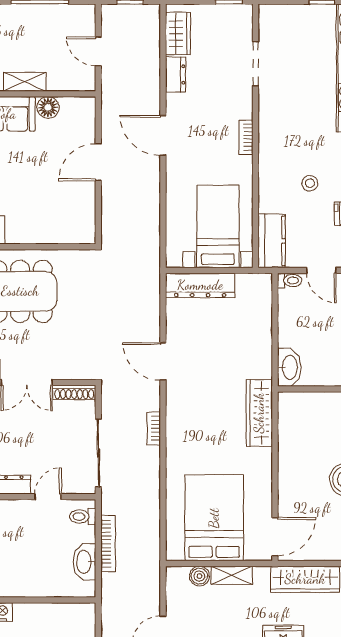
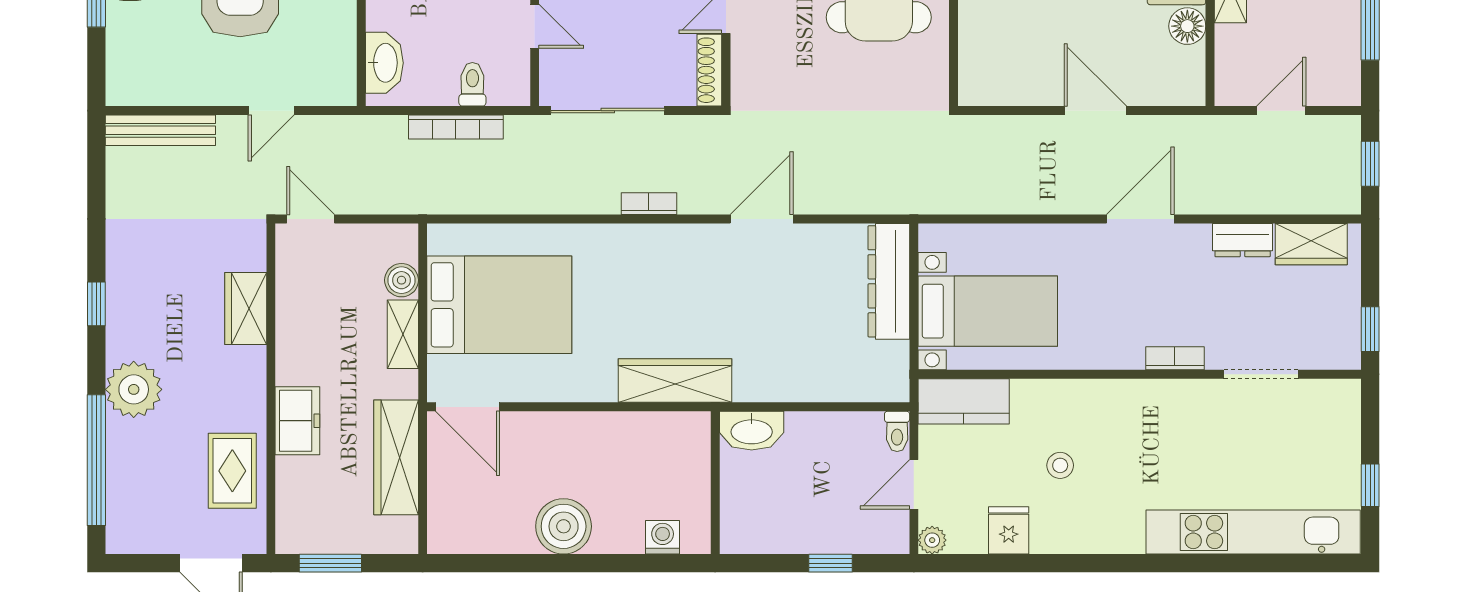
bookcase: (246, 137) -> (1175, 358), moved
toilet: (83, 516) -> (472, 84), moved
washbasin: (85, 562) -> (384, 63), moved, turned 90

